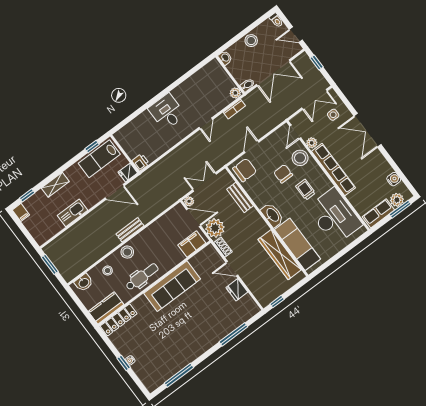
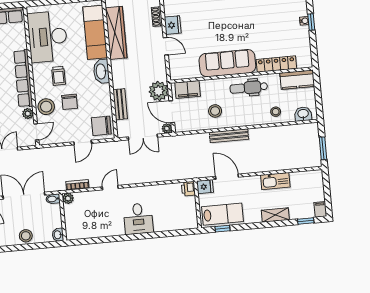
bench: (130, 230) -> (229, 136), width x1.36
shoe rack: (223, 247) -> (157, 17), moved
stool: (127, 252) -> (215, 111), moved
locker: (119, 320) -> (276, 64), moved

